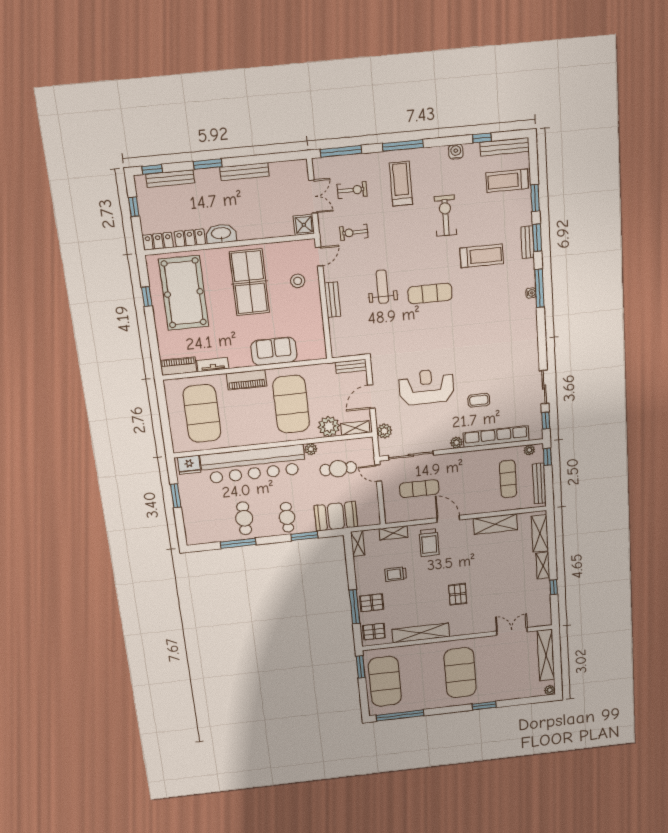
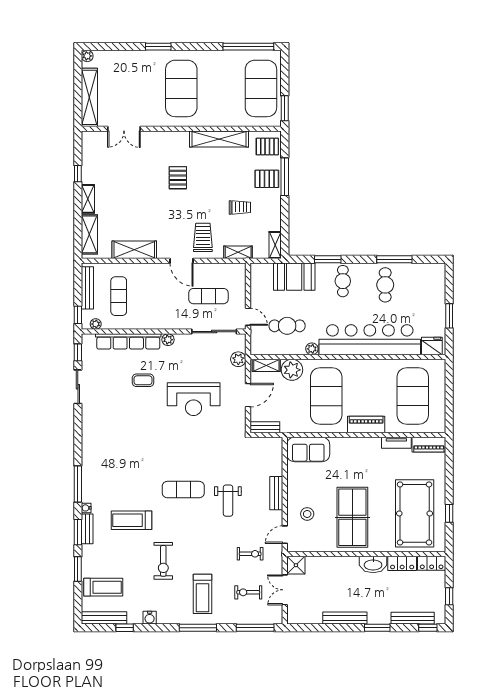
water cooler: (531, 293) -> (86, 508), moved
sofa: (274, 351) -> (308, 449), moved

